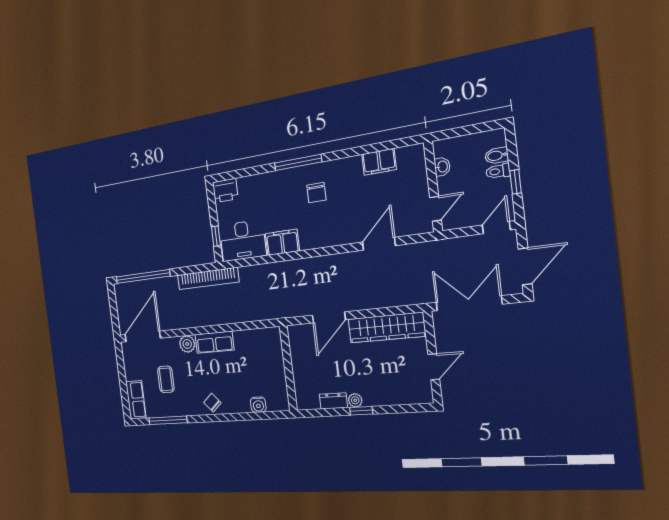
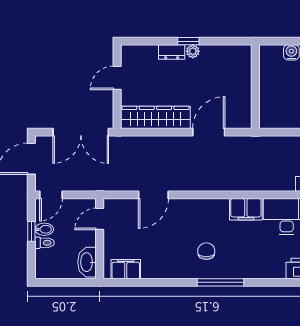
bidet: (497, 156) -> (44, 229), moved
filing cabinet: (379, 162) -> (126, 269), moved
washbasin: (442, 167) -> (87, 262), width x1.91, depth x1.45
dresser: (333, 401) -> (172, 52), moved

